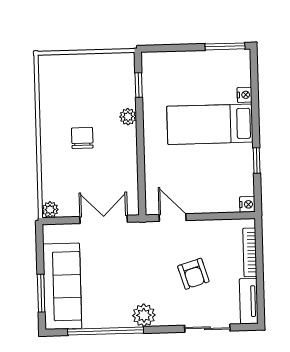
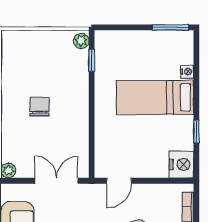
plant: (128, 117) -> (81, 41), moved
nightstand: (247, 204) -> (181, 164), width x1.89, depth x1.79
door: (173, 217) -> (119, 181), swing flipped

